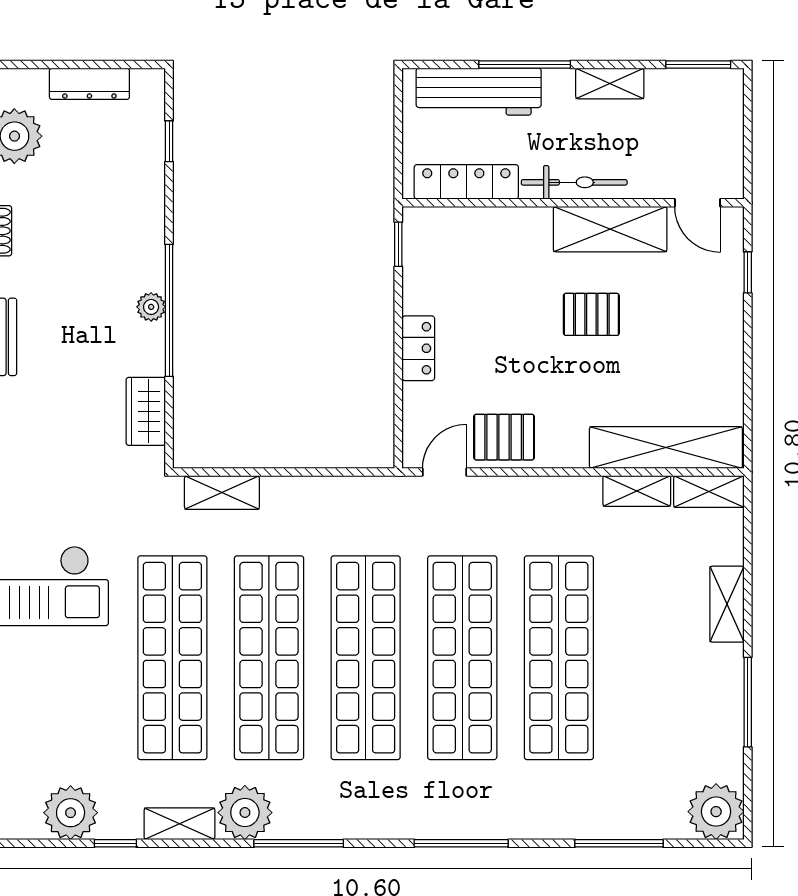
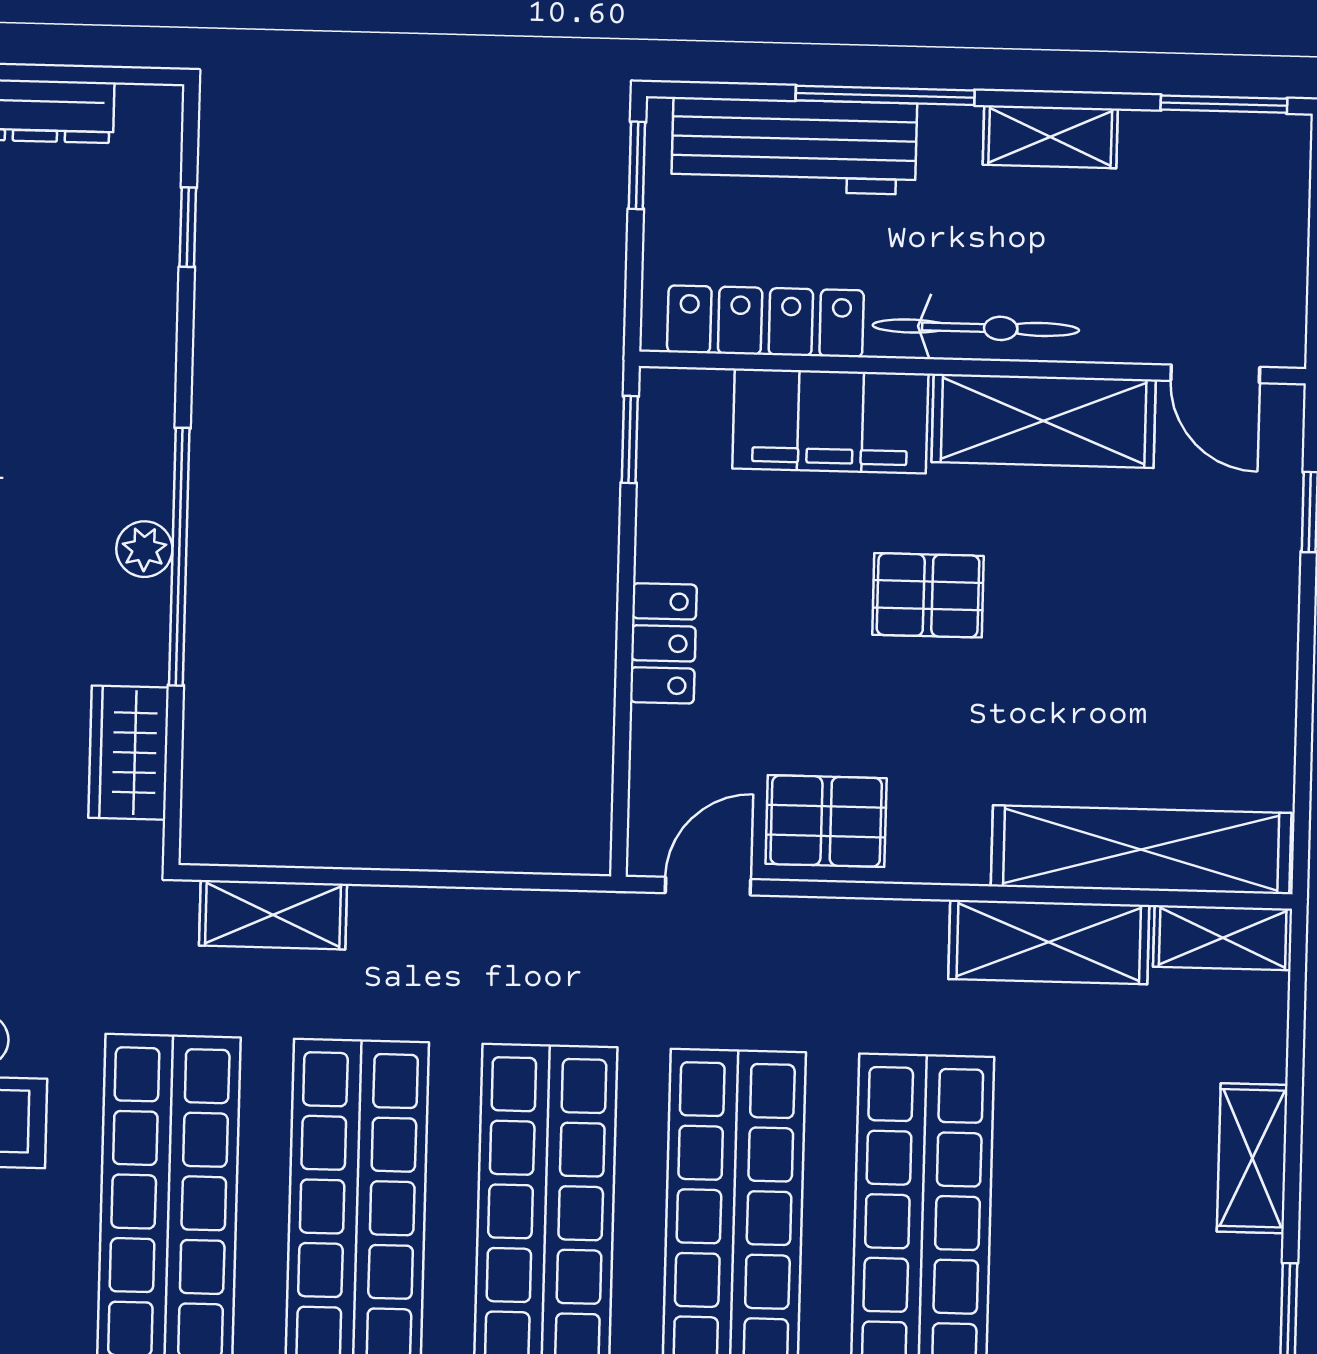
window: (398, 104) -> (637, 165), added
filing cabinet: (501, 232) -> (830, 421), added
pallet: (591, 314) -> (928, 595), moved
shelving: (637, 491) -> (1049, 942), width x1.50, depth x1.33

